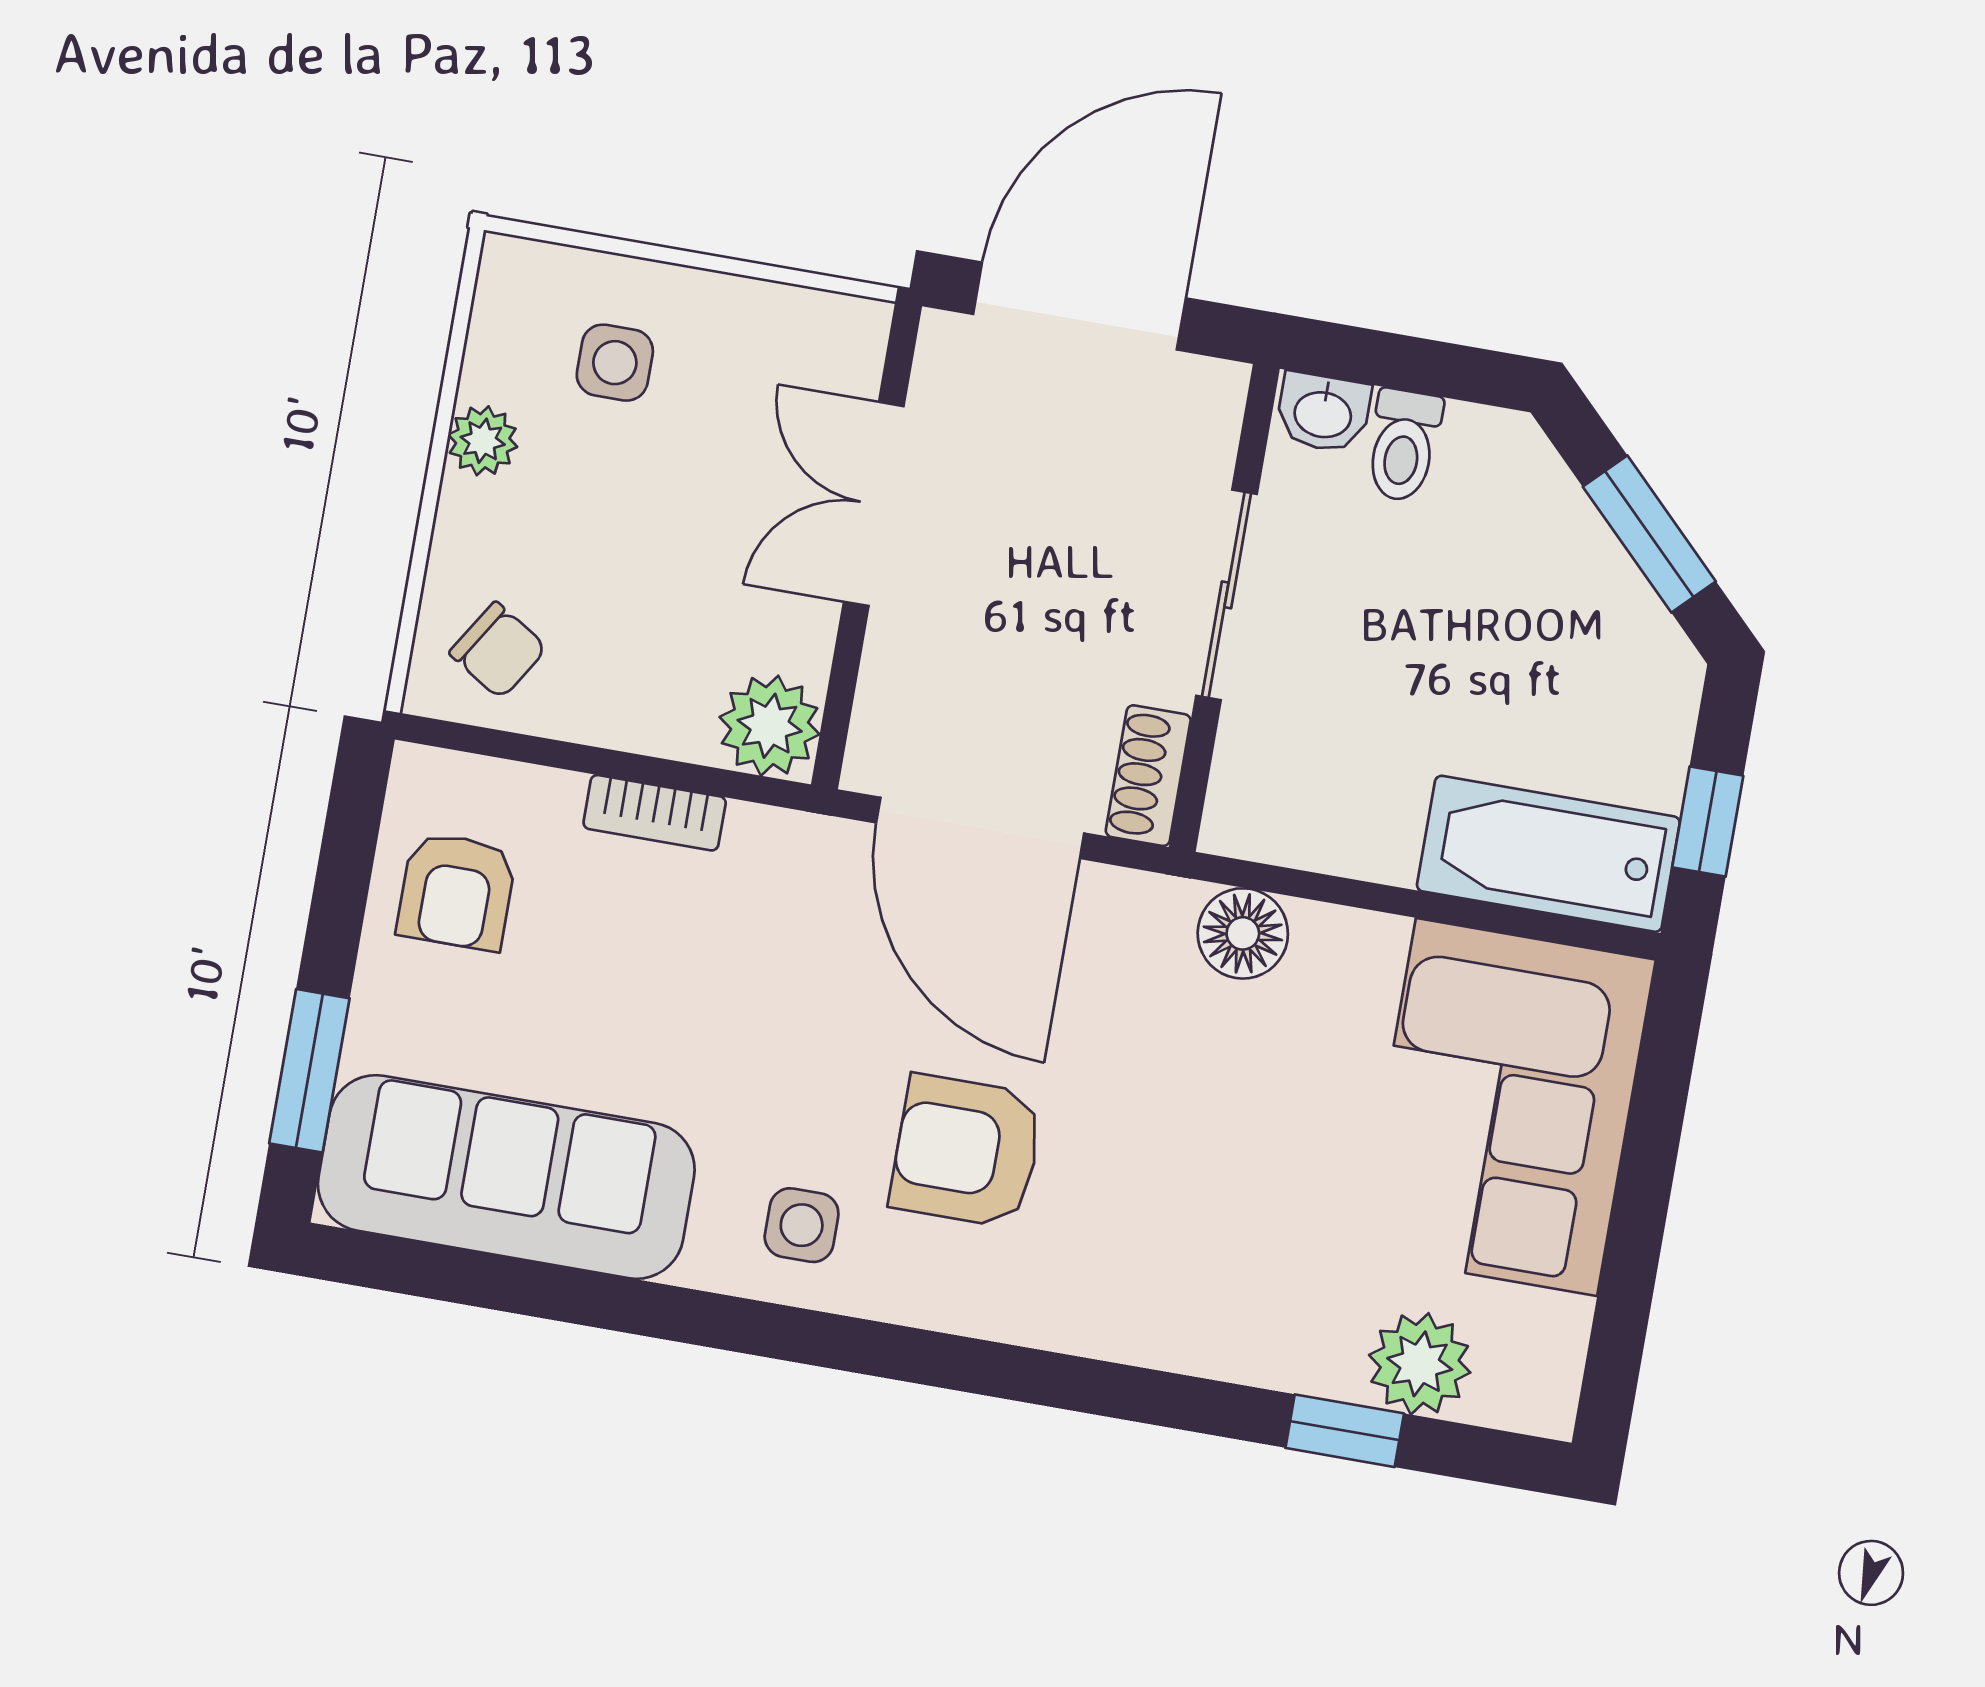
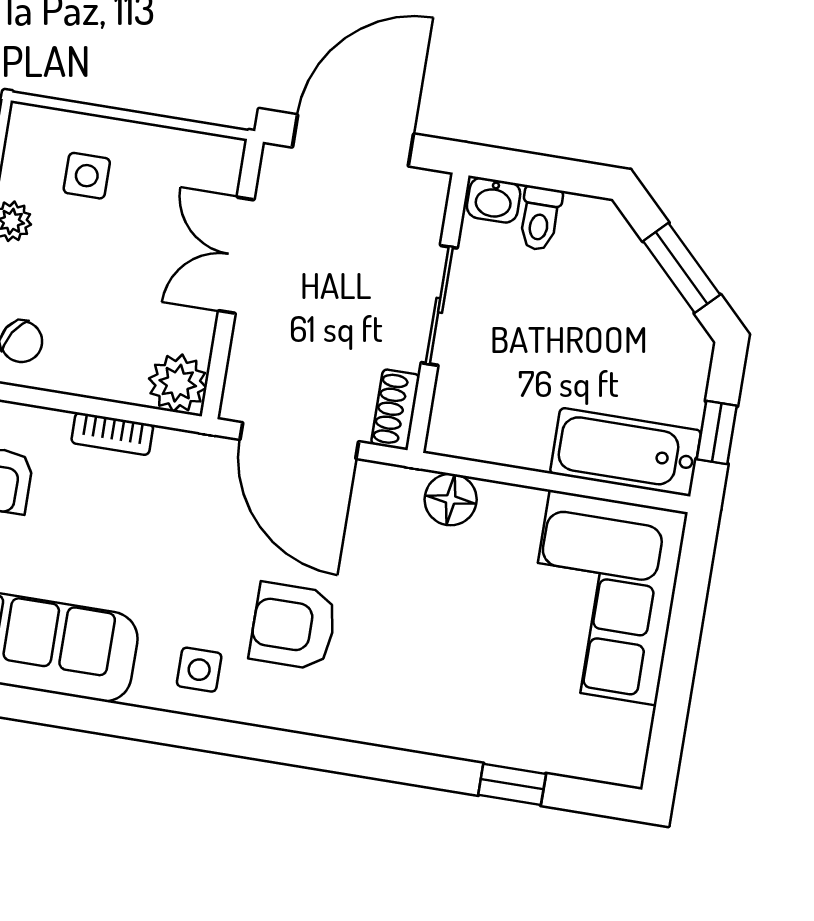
plant: (1420, 1364) -> (555, 746), removed

